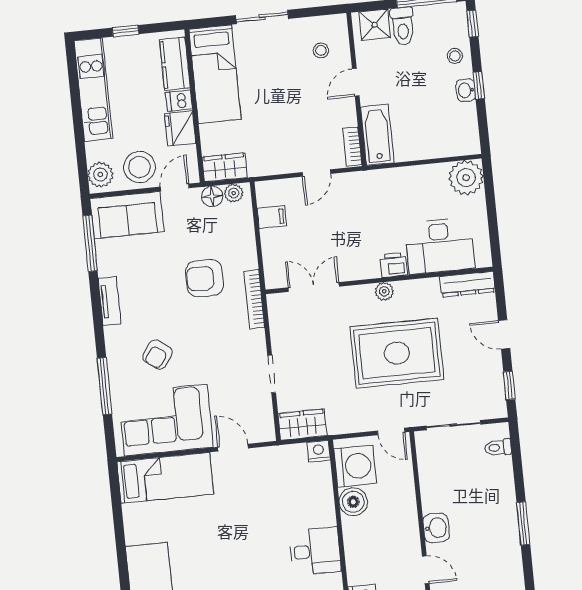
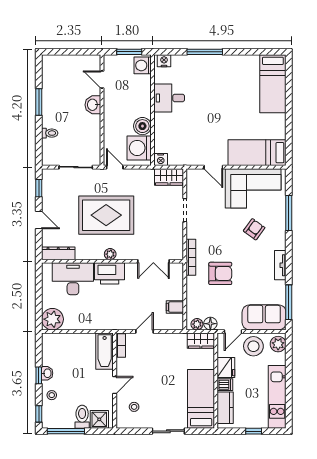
printer: (394, 265) -> (110, 273), width x1.87, depth x1.48
toilet: (498, 447) -> (50, 133), moved

